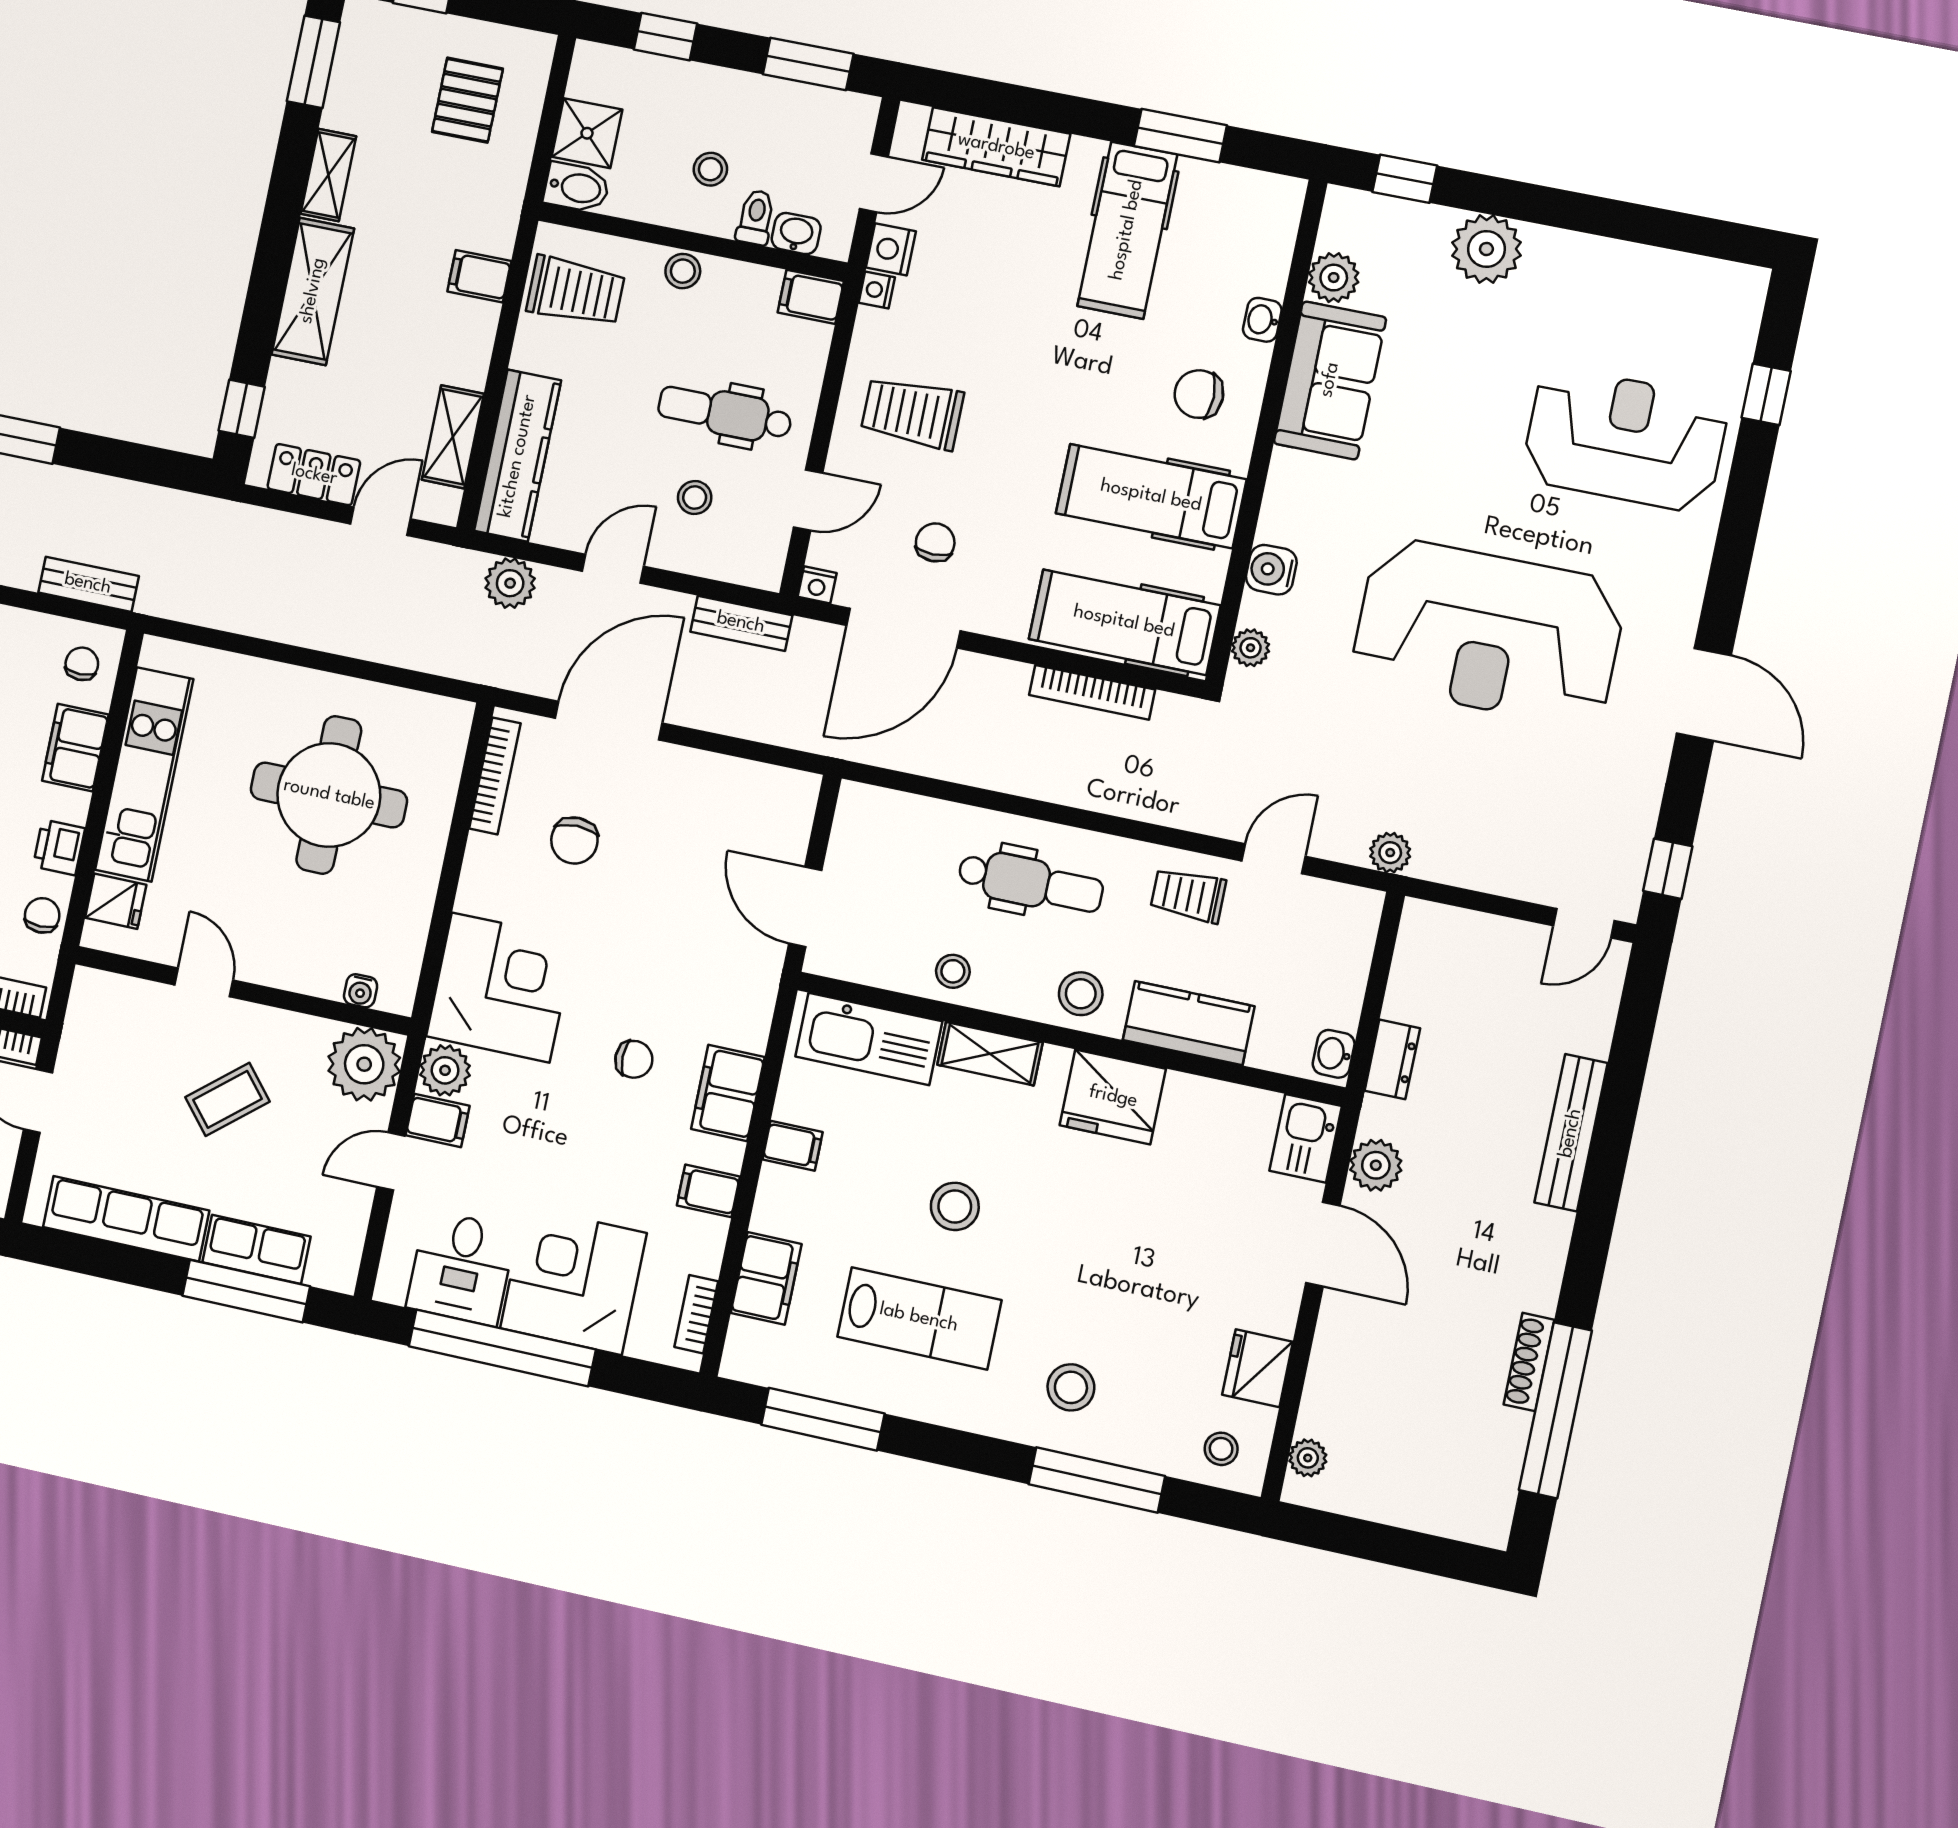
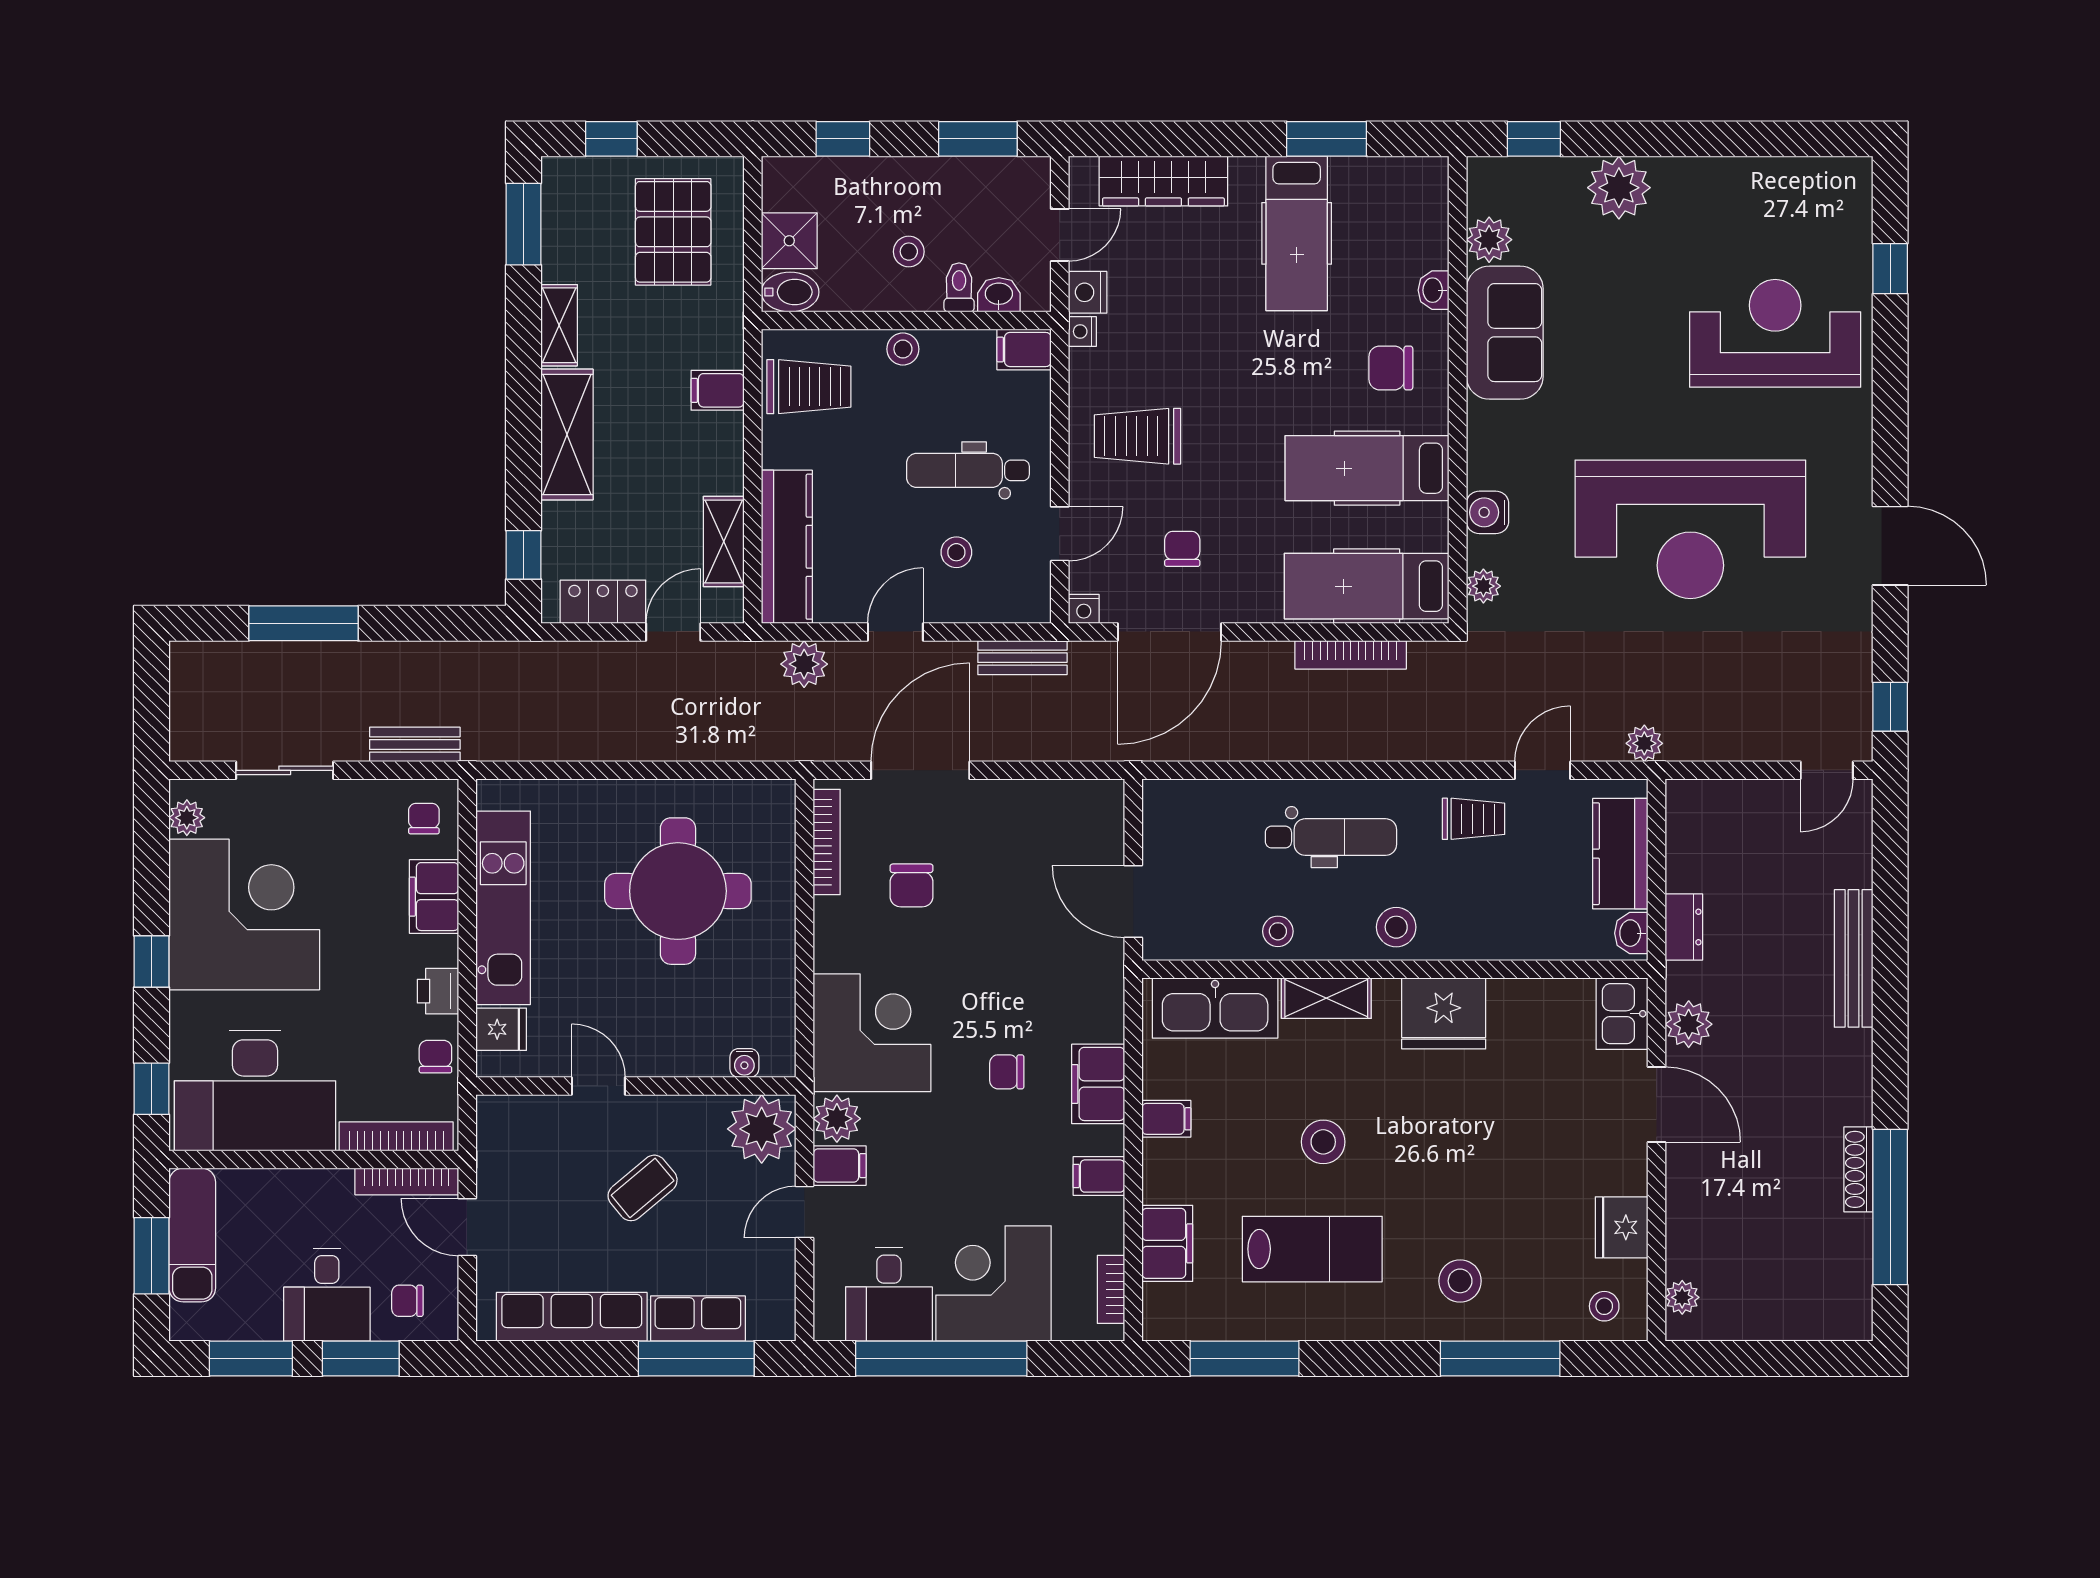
pallet: (467, 100) -> (673, 232), width x1.50, depth x1.42
trolley: (1188, 895) -> (1474, 819), turned 180
kitchen counter: (1189, 1023) -> (1620, 854), moved, turned -90
chair: (634, 1059) -> (1007, 1072), turned 180

